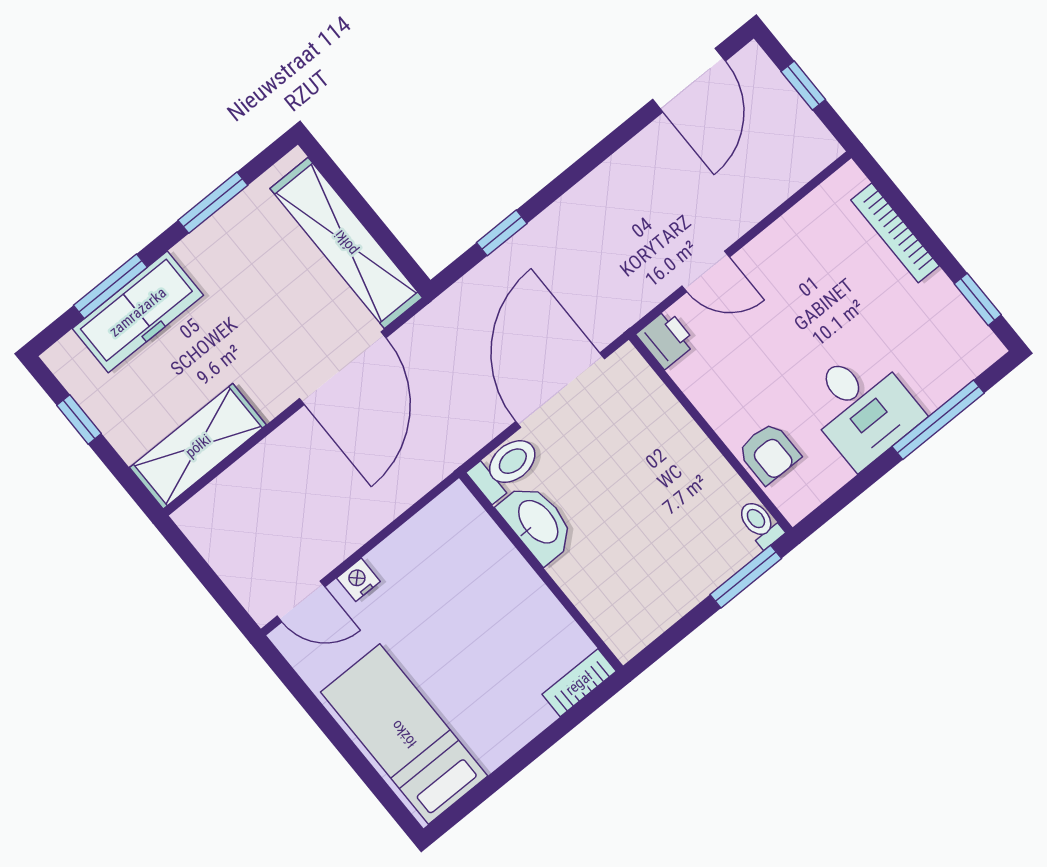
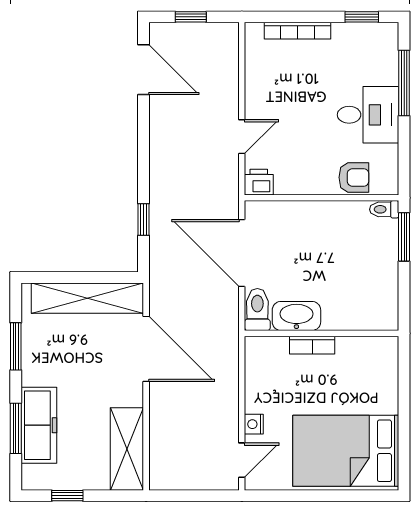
bookcase: (579, 683) -> (312, 345), moved, turned -90
bed: (404, 734) -> (346, 451), width x1.50

